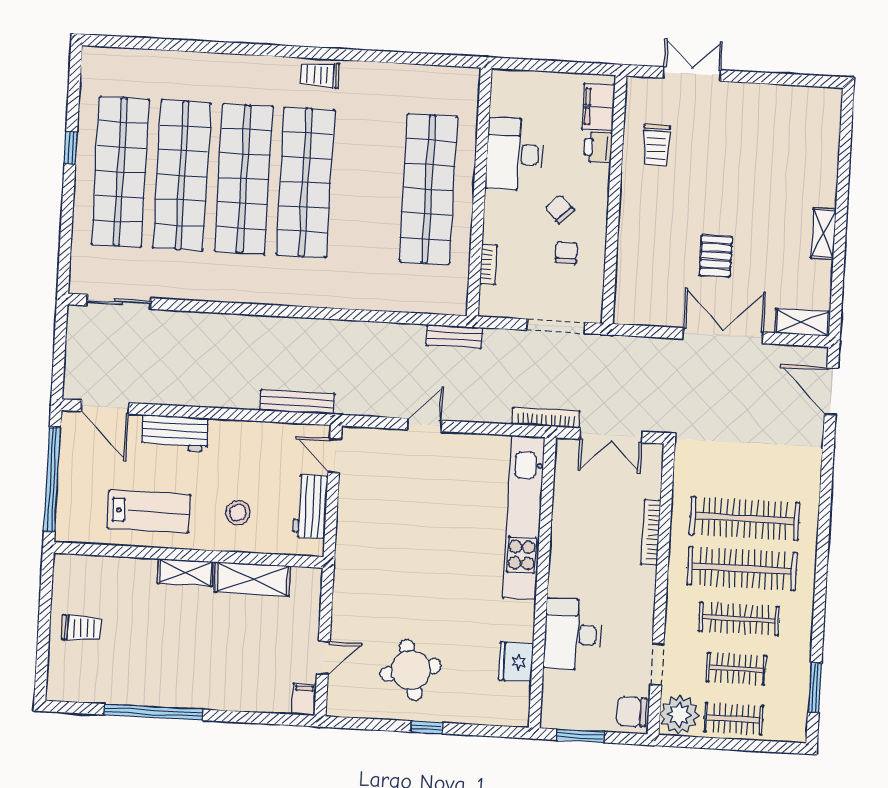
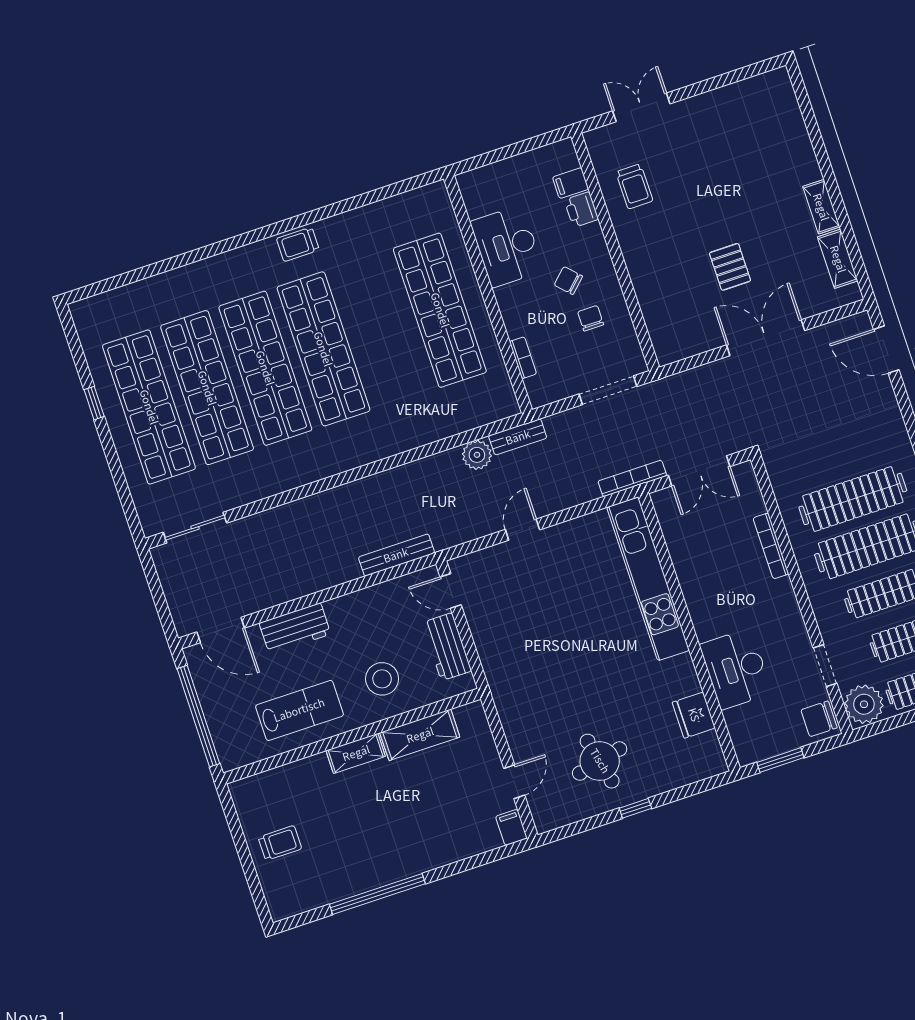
filing cabinet: (598, 107) -> (571, 183), width x0.50
shelving: (802, 322) -> (838, 259), moved, turned 90
plant: (410, 338) -> (477, 455), added
stool: (238, 513) -> (382, 679), width x1.38, depth x1.38

